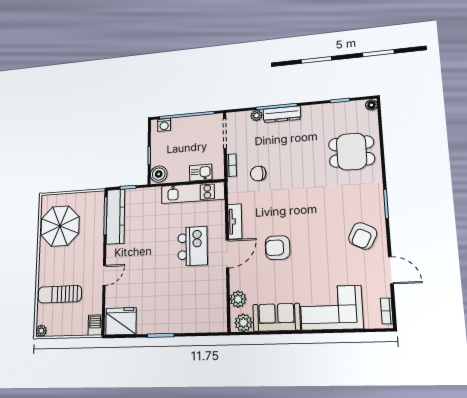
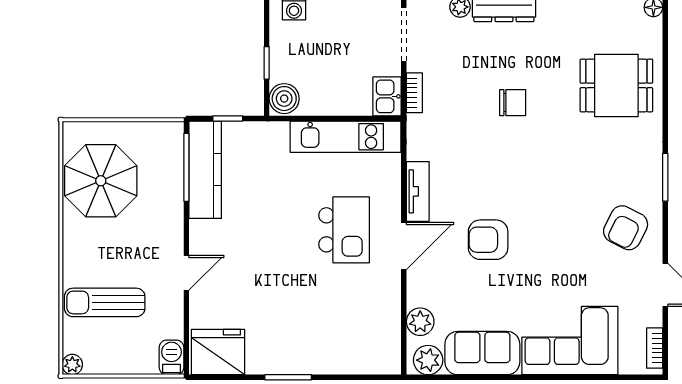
kitchen sink: (201, 173) -> (387, 96), moved, turned -90
chair: (258, 173) -> (513, 103), moved, turned 180

